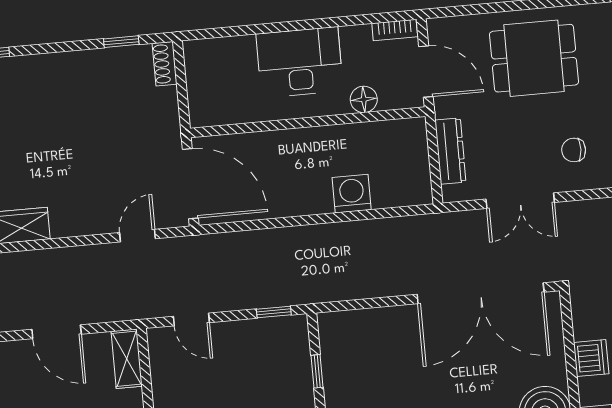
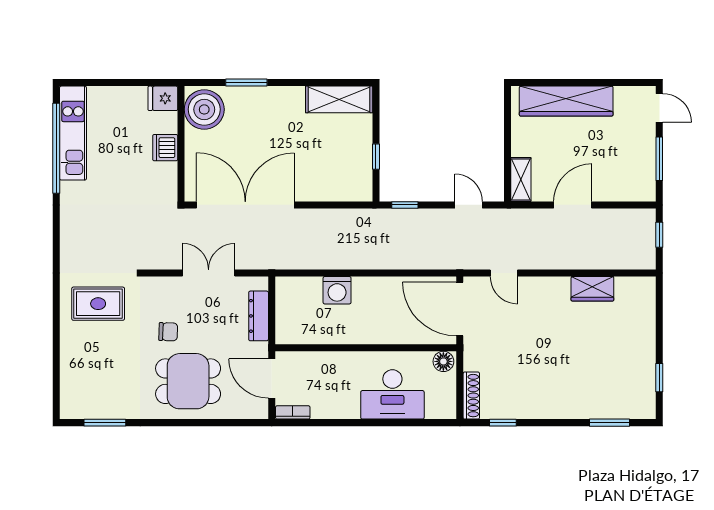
desk: (300, 62) -> (392, 394), moved
shoe rack: (165, 64) -> (471, 396), width x1.43
floor lamp: (364, 99) -> (443, 361), moved
chair: (574, 150) -> (168, 332), moved
door: (138, 236) -> (504, 273), hinge flipped
door: (57, 332) -> (573, 205), hinge flipped

